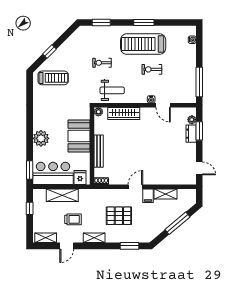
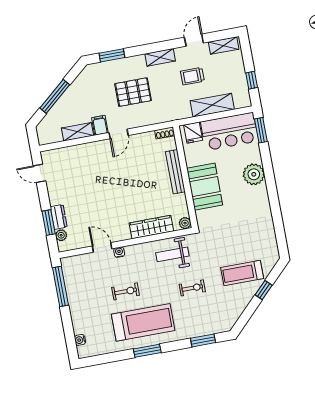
treadmill: (53, 78) -> (242, 273), moved

